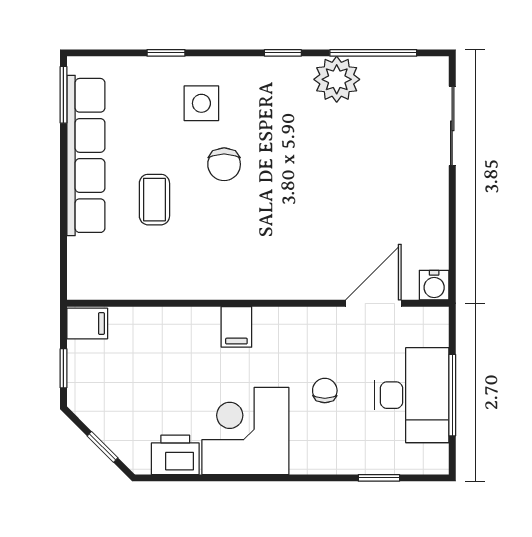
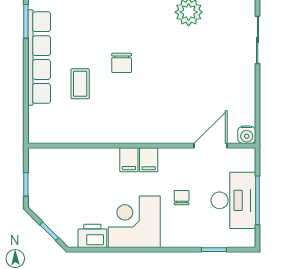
side table: (201, 103) -> (108, 26), removed
filing cabinet: (87, 324) -> (149, 160), moved, turned 90

